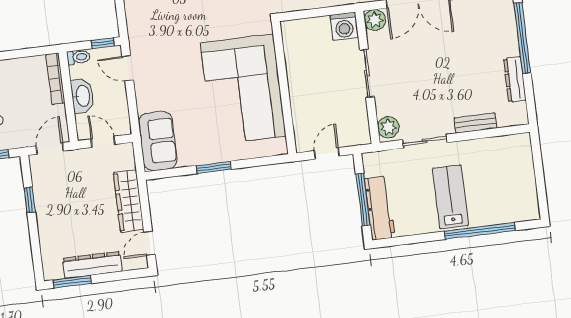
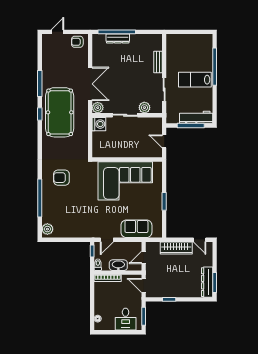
dresser: (515, 79) -> (118, 39), moved
plant: (388, 127) -> (144, 108), moved
sofa: (158, 141) -> (136, 229), moved
dresser: (92, 265) -> (207, 282), moved

